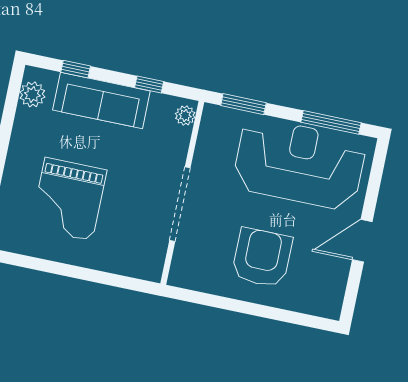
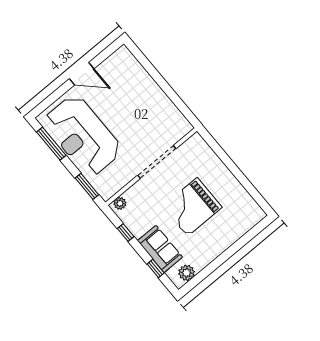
sofa: (101, 100) -> (160, 249), width x0.73
grand piano: (69, 199) -> (192, 207), moved, turned 180
armchair: (262, 258) -> (137, 104), removed

